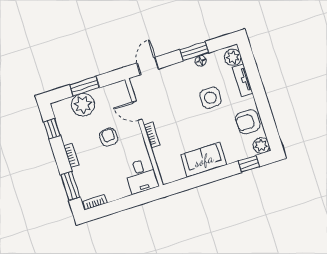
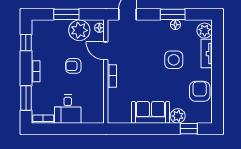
floor lamp: (123, 89) -> (99, 28), added
plant: (83, 105) -> (79, 30), moved
armchair: (248, 122) -> (200, 91), turned 90
armchair: (109, 137) -> (73, 66), turned -87
plant: (261, 145) -> (178, 116), moved
desk: (141, 176) -> (68, 109), moved

